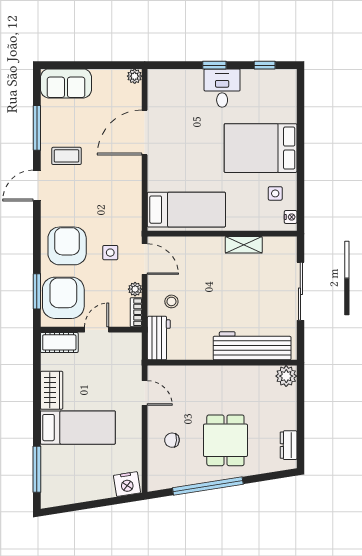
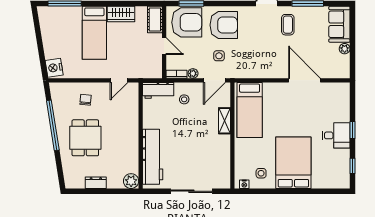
plant: (135, 76) -> (345, 49), moved
shelving: (244, 245) -> (225, 121), moved
dining table: (225, 440) -> (85, 138), turned 90
dresser: (289, 445) -> (96, 183), moved

